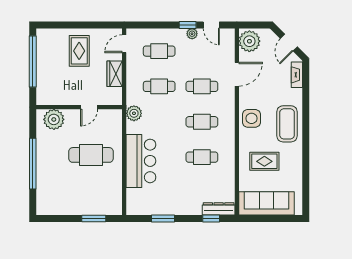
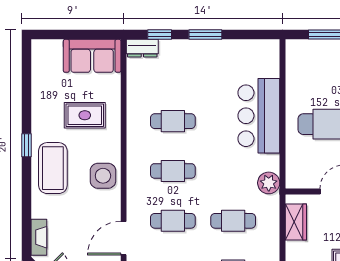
wardrobe: (115, 74) -> (296, 222), moved
window: (306, 140) -> (26, 145), added
sofa: (267, 203) -> (92, 56), width x0.73
dresser: (219, 209) -> (142, 48), width x0.70
window: (163, 219) -> (205, 35), moved

